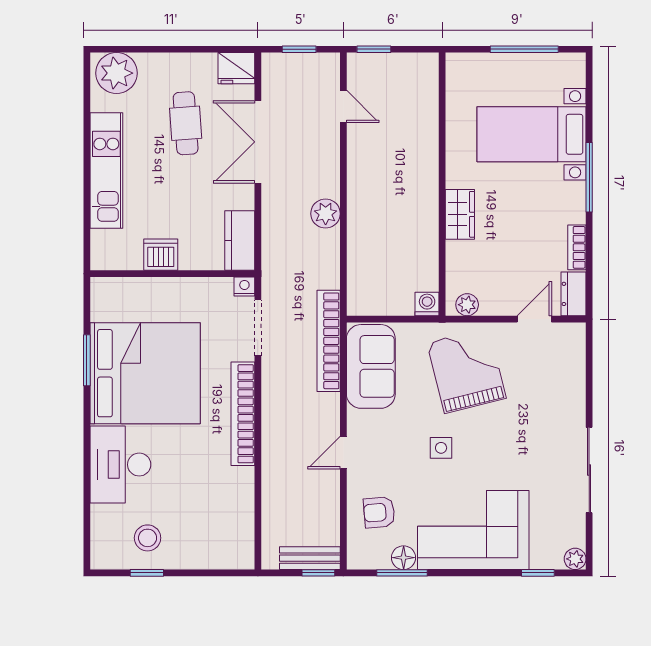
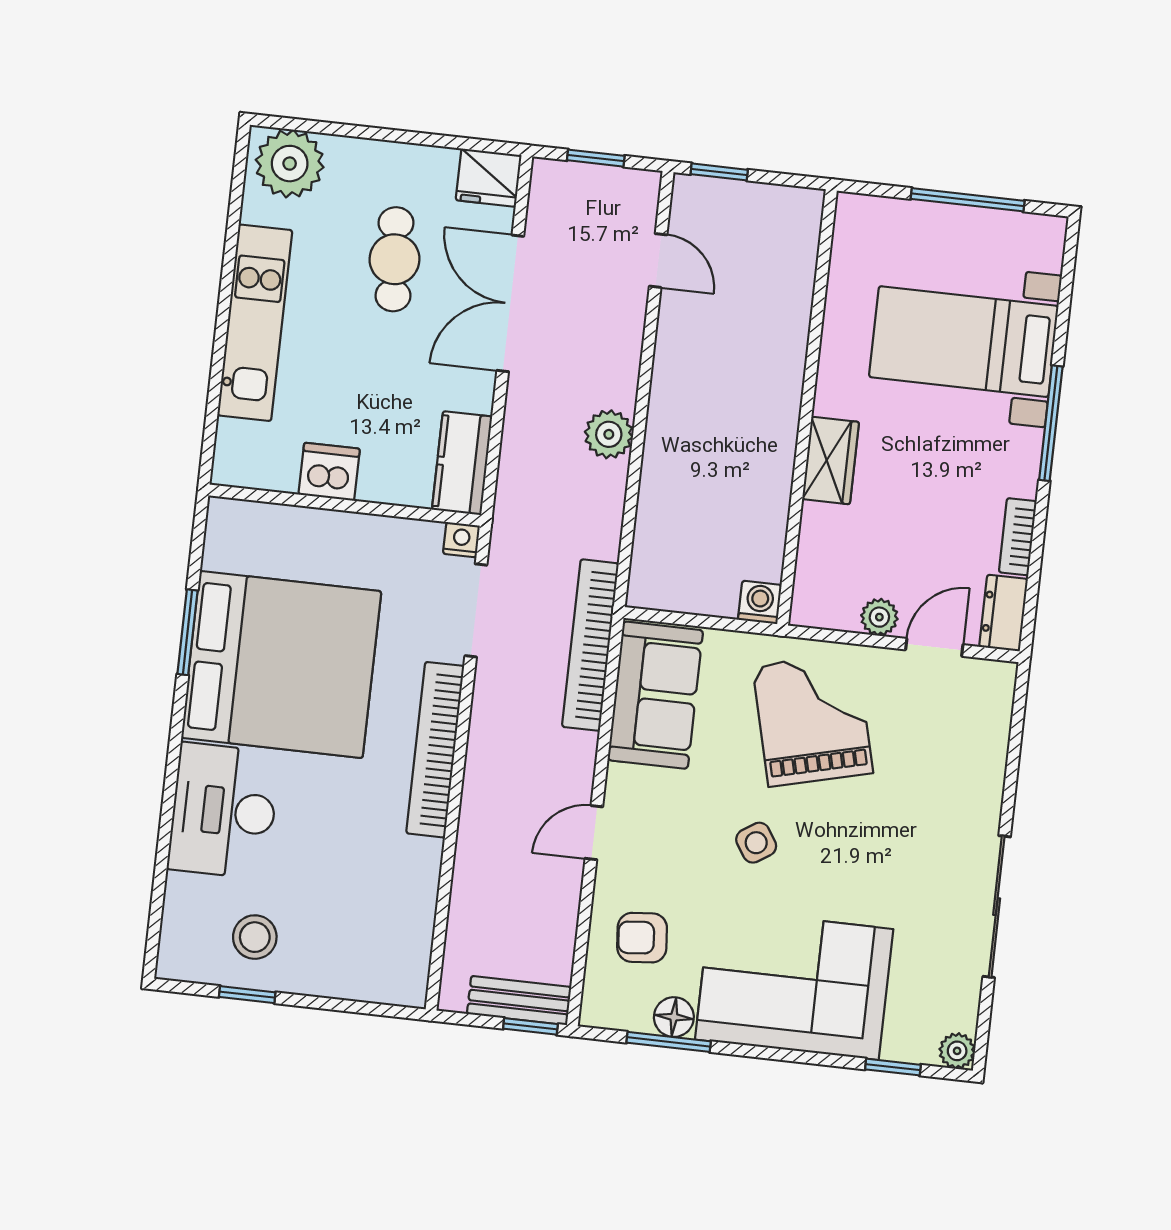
plant: (467, 305) -> (879, 617), moved
side table: (441, 448) -> (756, 843), turned -33

